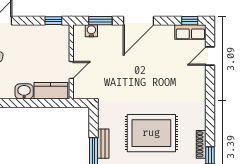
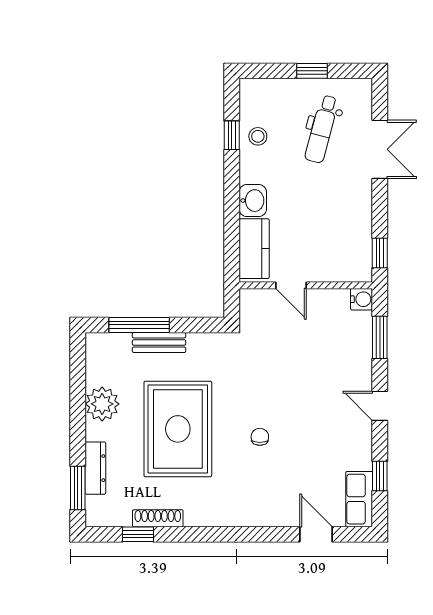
door: (139, 21) -> (380, 406), width x0.53
window: (190, 21) -> (380, 476), moved
water cooler: (91, 31) -> (362, 299), moved
chair: (156, 87) -> (260, 437), added

